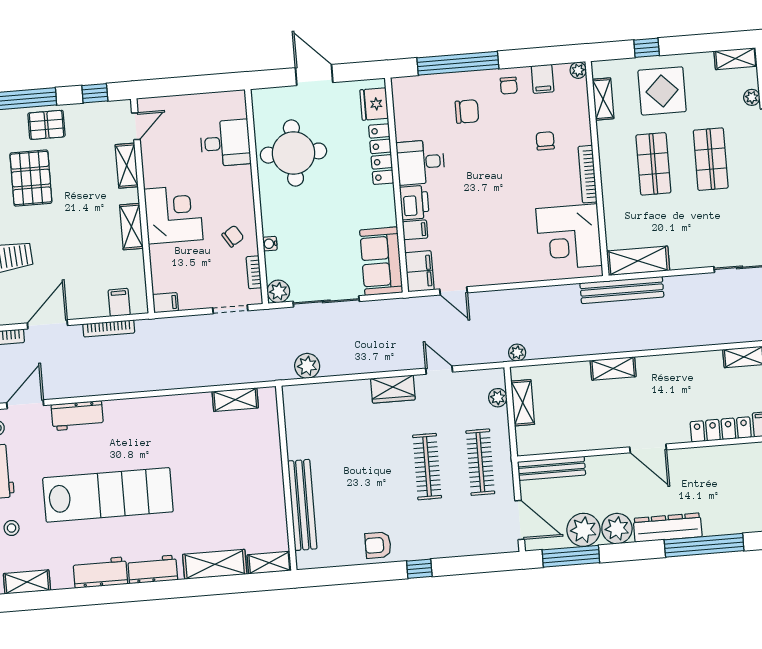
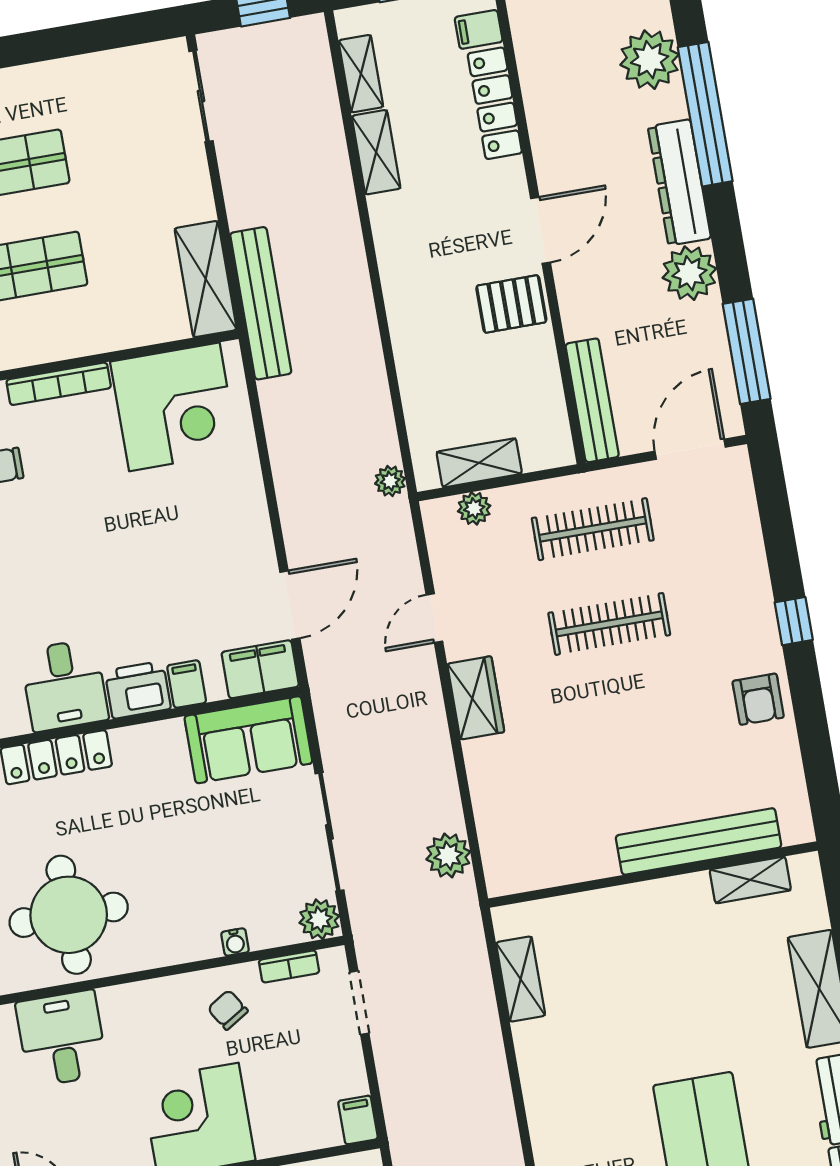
door: (454, 291) -> (290, 605), width x1.38
shelving: (613, 369) -> (376, 152), moved
pallet: (609, 429) -> (511, 304), added
plant: (583, 530) -> (650, 60), moved
shelving: (269, 563) -> (750, 880), moved, turned 90

